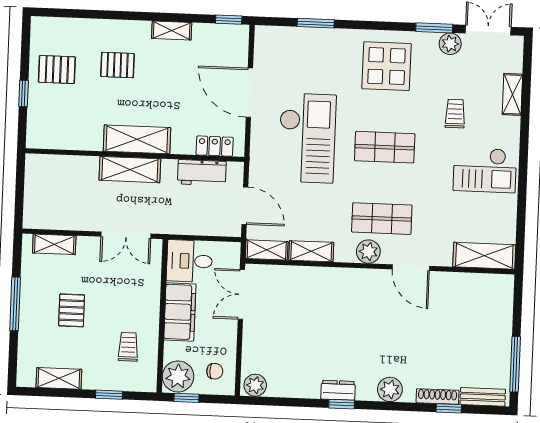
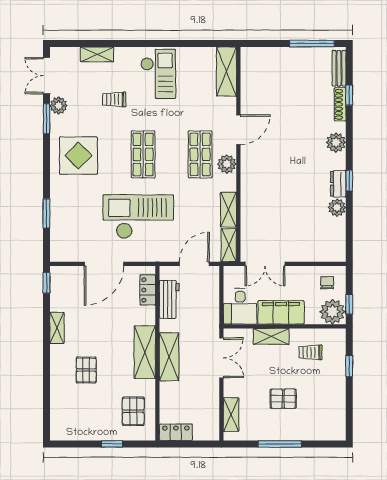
pallet: (57, 70) -> (133, 411), moved
locker: (35, 174) -> (176, 432), added
shelving: (59, 378) -> (271, 336), moved, turned 90
plant: (255, 385) -> (337, 208), moved

